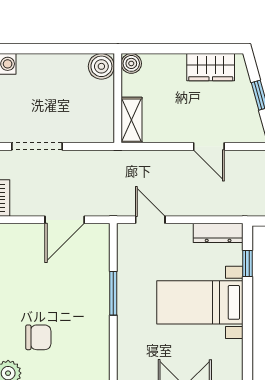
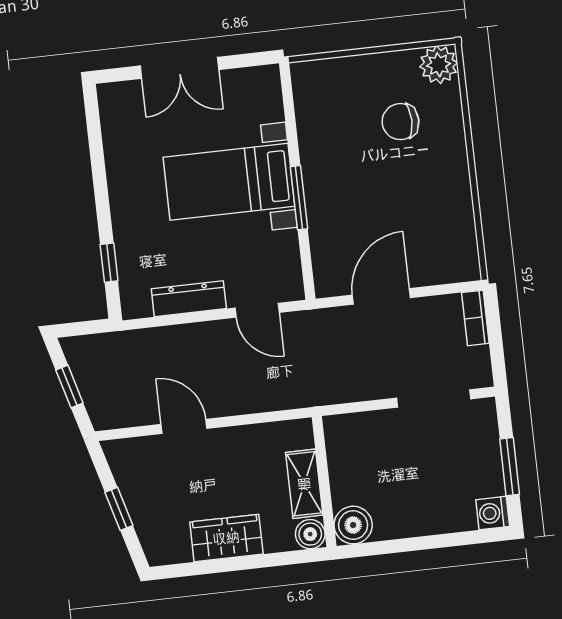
wardrobe: (211, 67) -> (226, 538), moved
shelving: (132, 120) -> (304, 484), moved
dresser: (218, 233) -> (189, 299), moved
bed with nightstands: (200, 302) -> (229, 182), moved, turned 180

